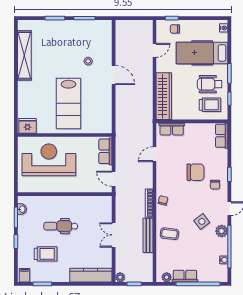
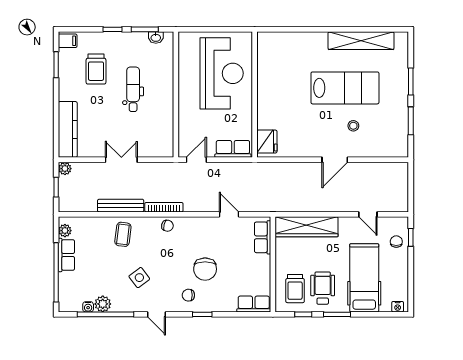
lab bench: (68, 103) -> (345, 88), moved, turned 180
fridge: (28, 126) -> (267, 142), moved
plant: (222, 231) -> (103, 304), moved

